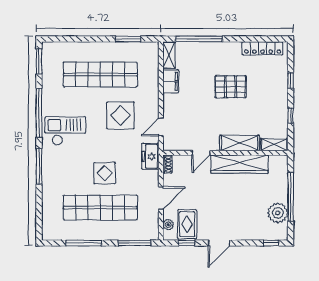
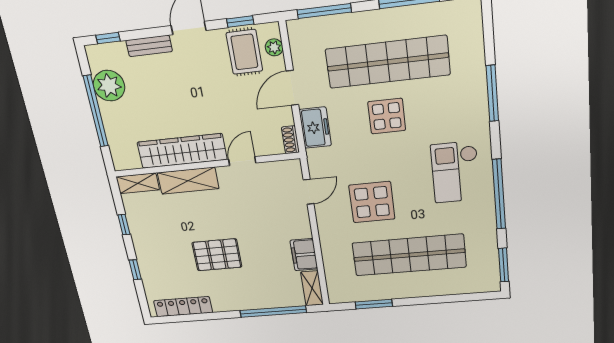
checkout: (65, 131) -> (455, 172), turned 90
freezer: (150, 156) -> (315, 128), moved
window: (39, 167) -> (492, 93), moved
bench: (246, 235) -> (149, 46), added

